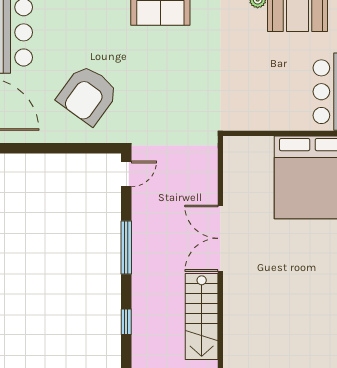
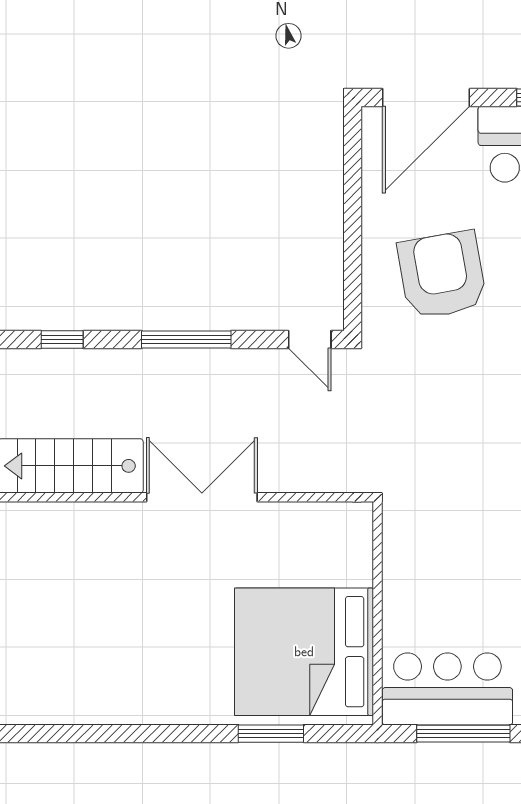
armchair: (88, 95) -> (442, 275), turned 44

